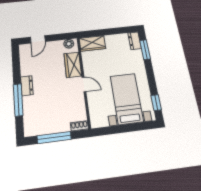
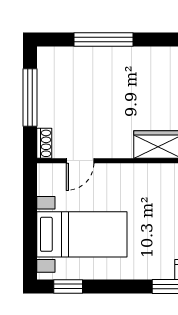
door: (84, 84) -> (80, 161), moved
dresser: (27, 86) -> (128, 57), removed

